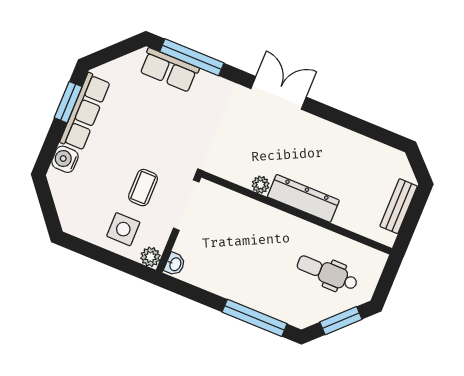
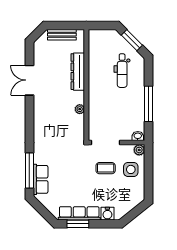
double door: (278, 93) -> (29, 80), moved
dresser: (303, 198) -> (78, 72), moved
dental chair: (327, 273) -> (122, 71), moved
window: (255, 318) -> (148, 104), moved

